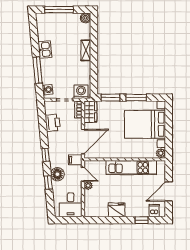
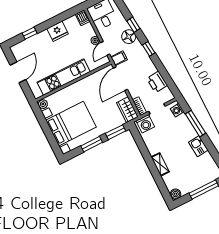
door: (83, 174) -> (105, 48), hinge flipped
dishwasher: (154, 211) -> (83, 18), moved

